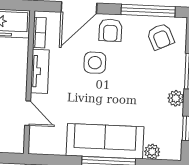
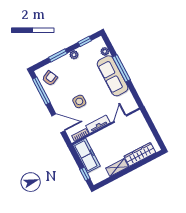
armchair: (110, 30) -> (60, 103), removed

